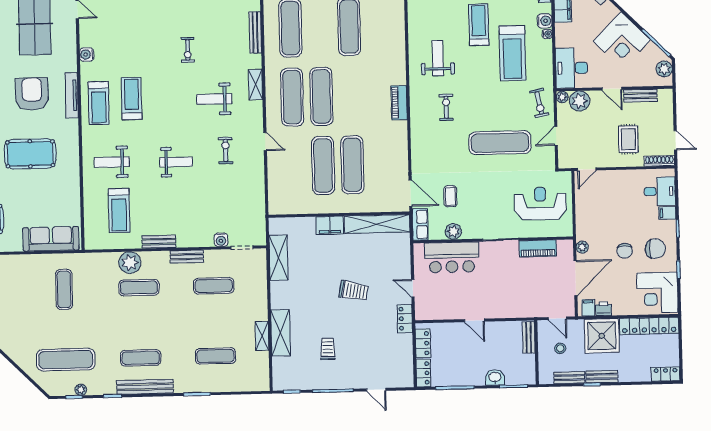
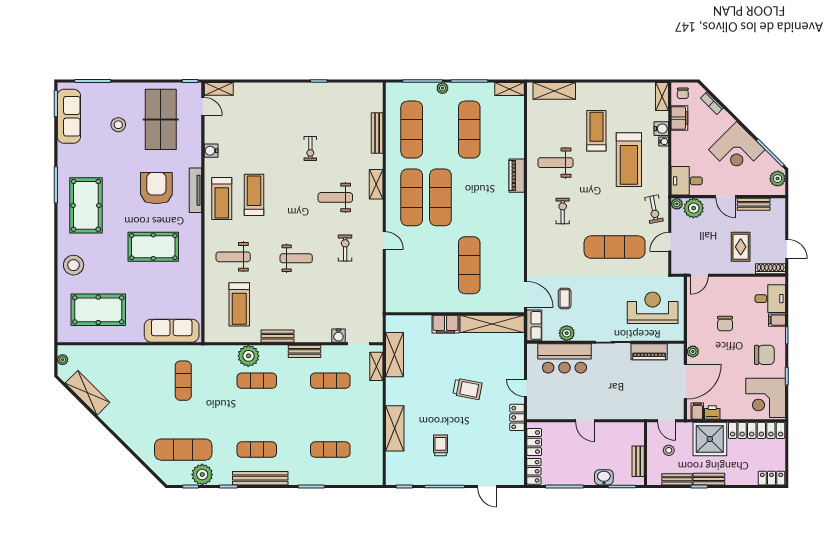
weight bench: (438, 58) -> (555, 163), turned -90
desk: (572, 68) -> (687, 181), width x0.73
piano: (399, 103) -> (517, 176), moved
exercise mat: (323, 165) -> (440, 265), removed
chair: (625, 251) -> (725, 324), moved
shelving: (262, 336) -> (376, 366), moved
bench: (529, 337) -> (638, 461), moved
plant: (81, 390) -> (202, 475), width x1.88, depth x1.88

